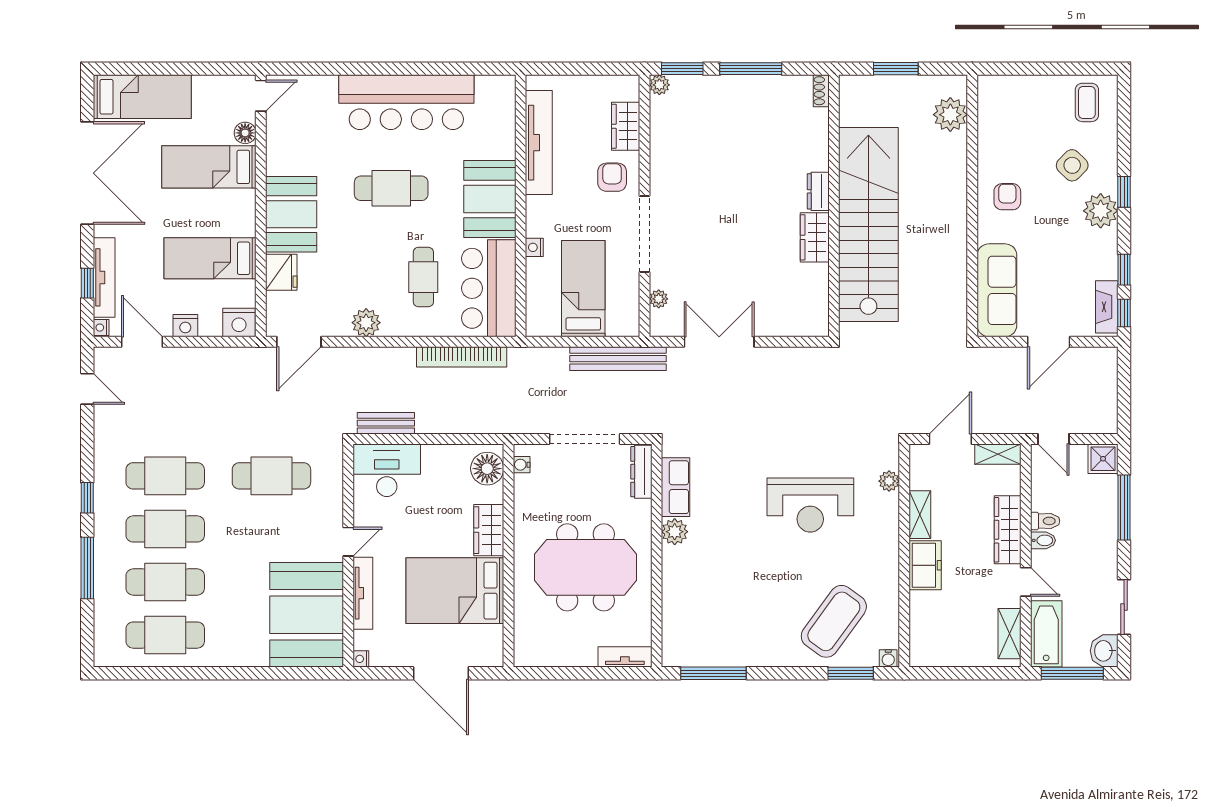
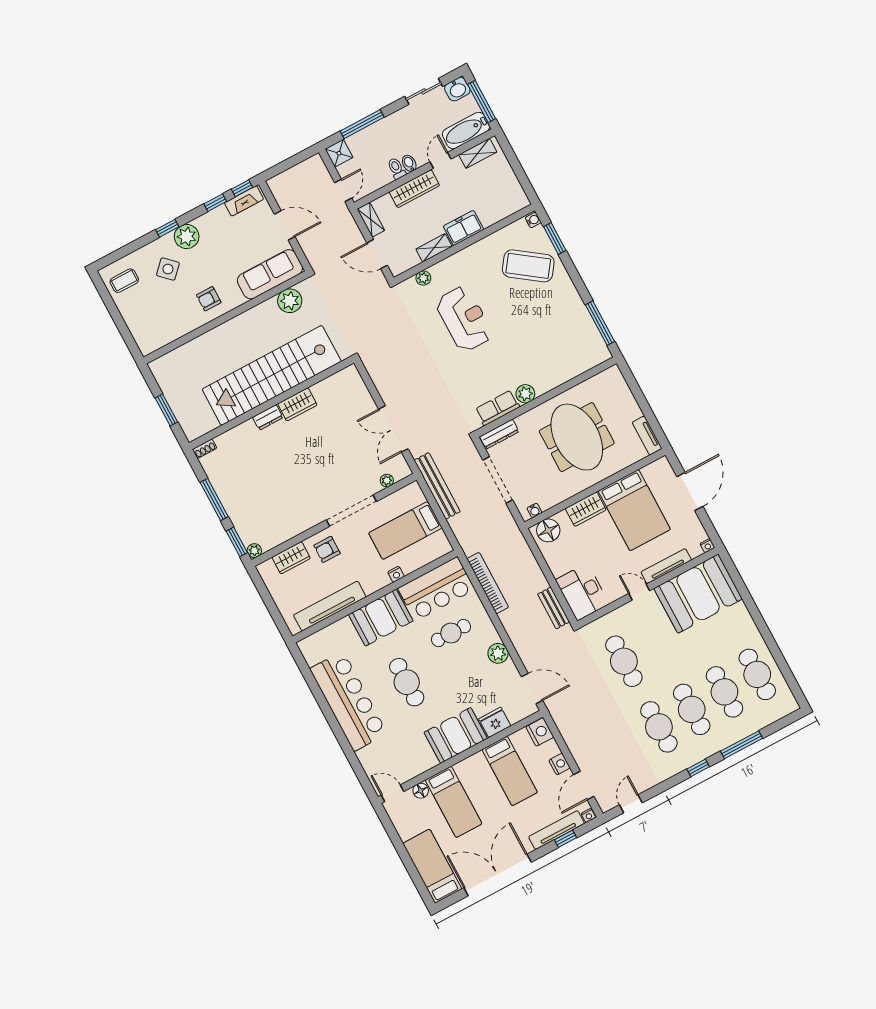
plant: (950, 115) -> (290, 301), moved
tv unit: (625, 657) -> (647, 436), moved

